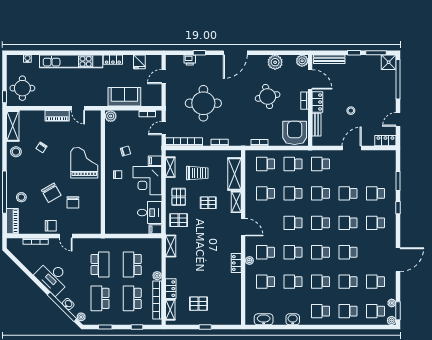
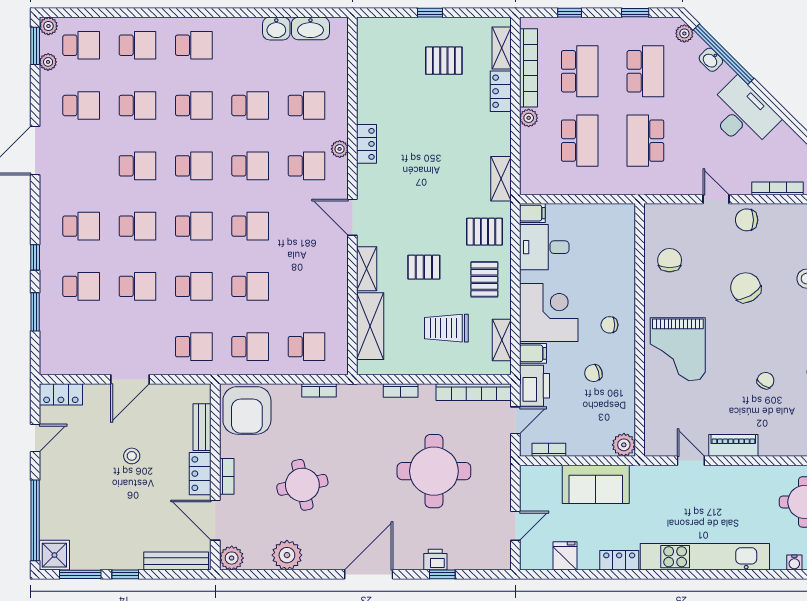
printer: (190, 60) -> (435, 560), moved
printer: (154, 145) -> (535, 386), added
school desk: (266, 193) -> (306, 286), removed
chair: (73, 202) -> (670, 260), moved
washbasin: (293, 319) -> (276, 28), moved

